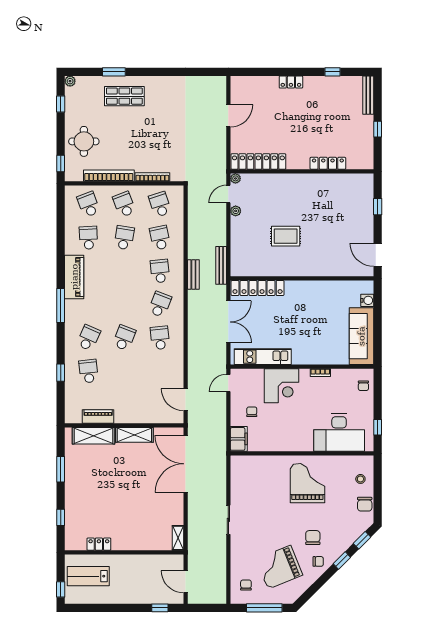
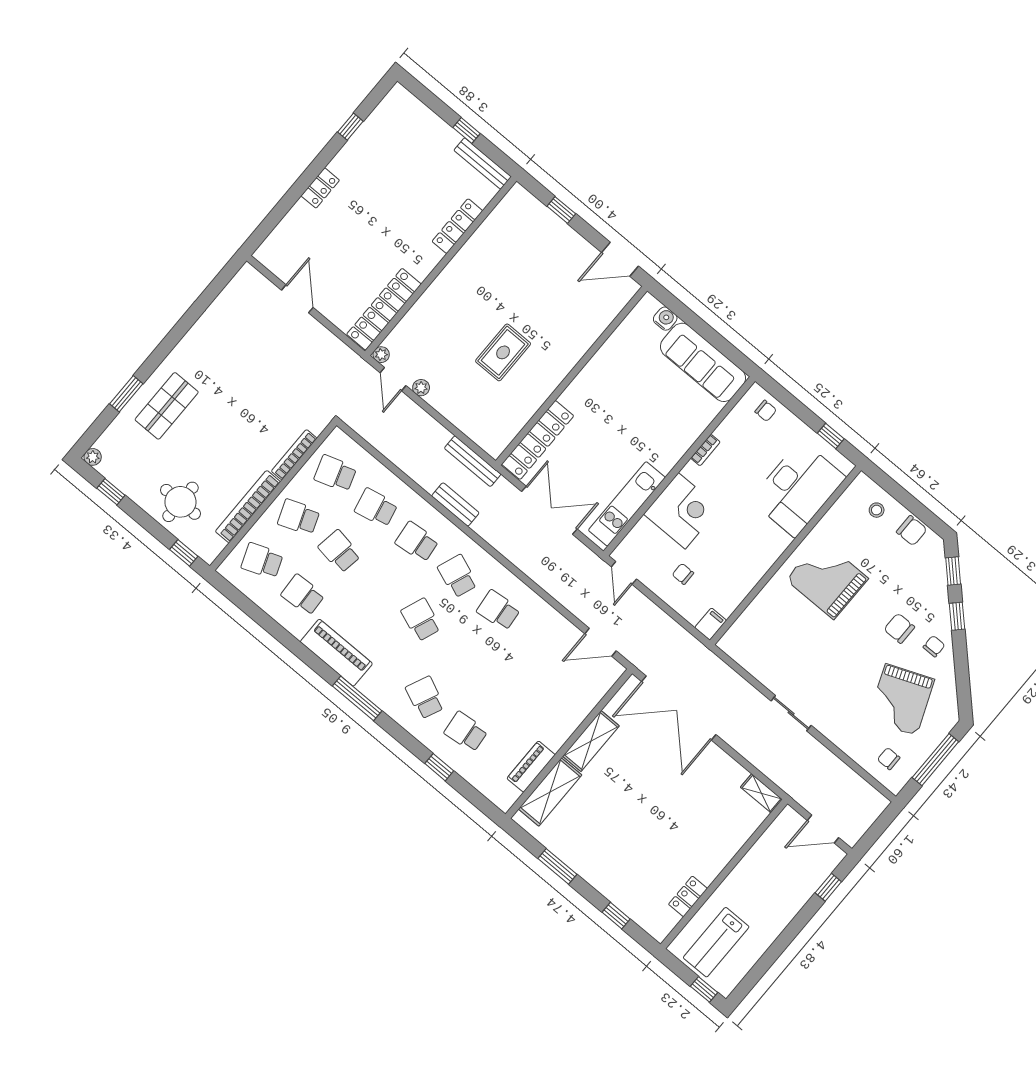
bench: (368, 95) -> (483, 163), moved
school desk: (124, 338) -> (421, 620), moved
filing cabinet: (239, 439) -> (711, 624), width x0.50

